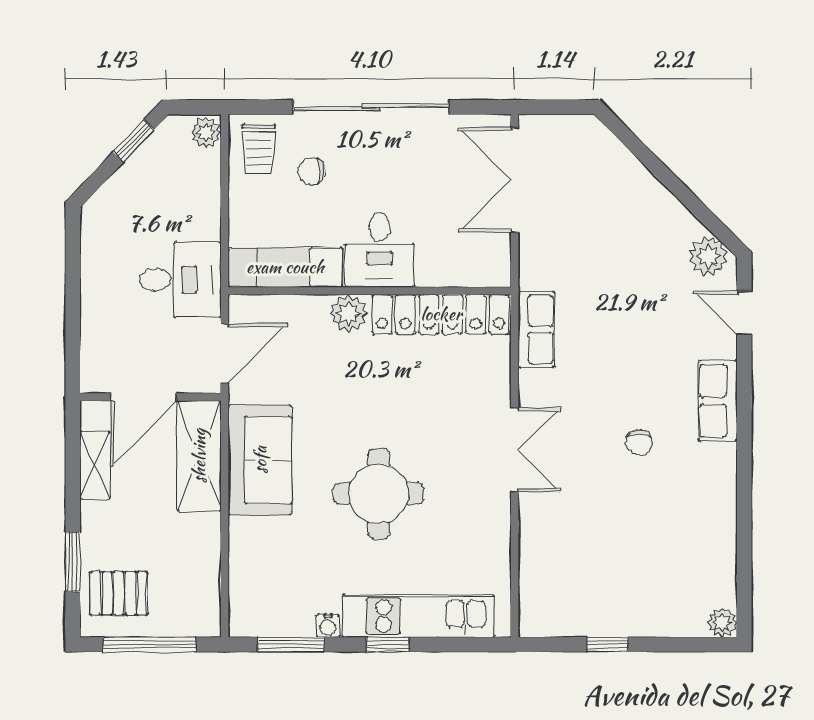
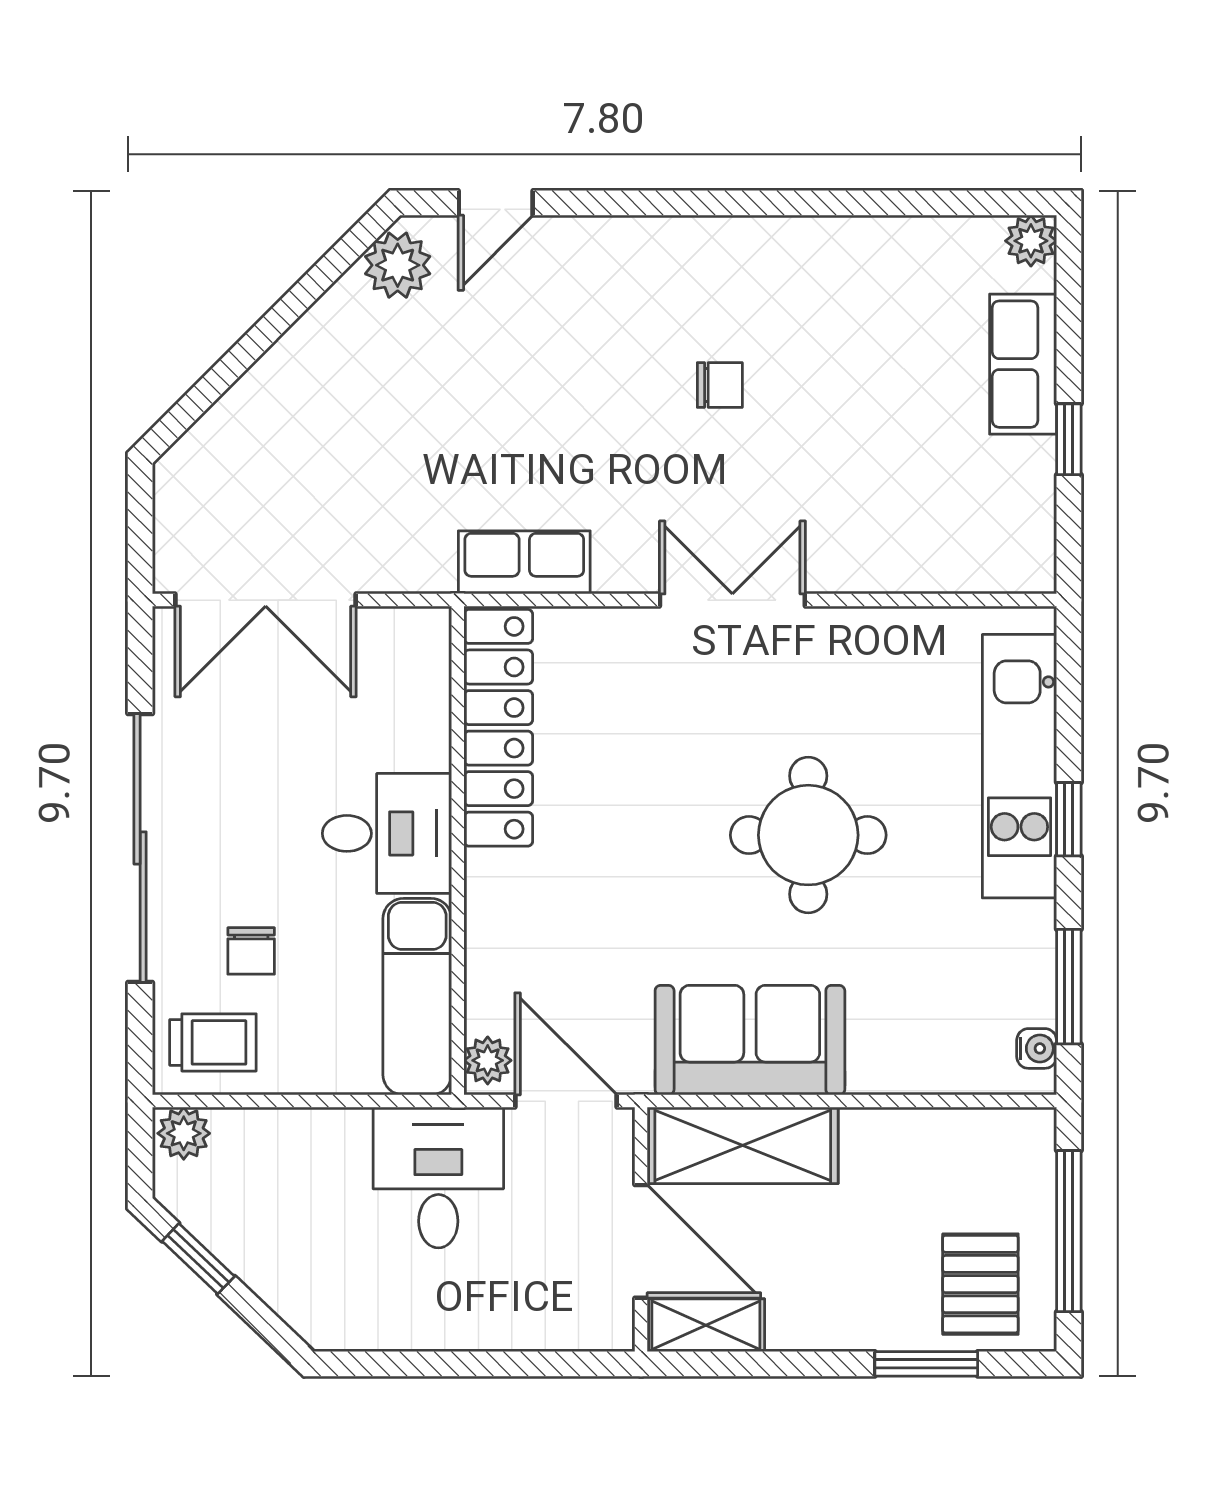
plant: (349, 313) -> (488, 1060), moved, width x0.73, depth x0.73
row of seats: (718, 401) -> (1023, 364), moved, turned 90
shelving: (95, 465) -> (706, 1325), moved
water cooler: (328, 626) -> (1037, 1048), moved

